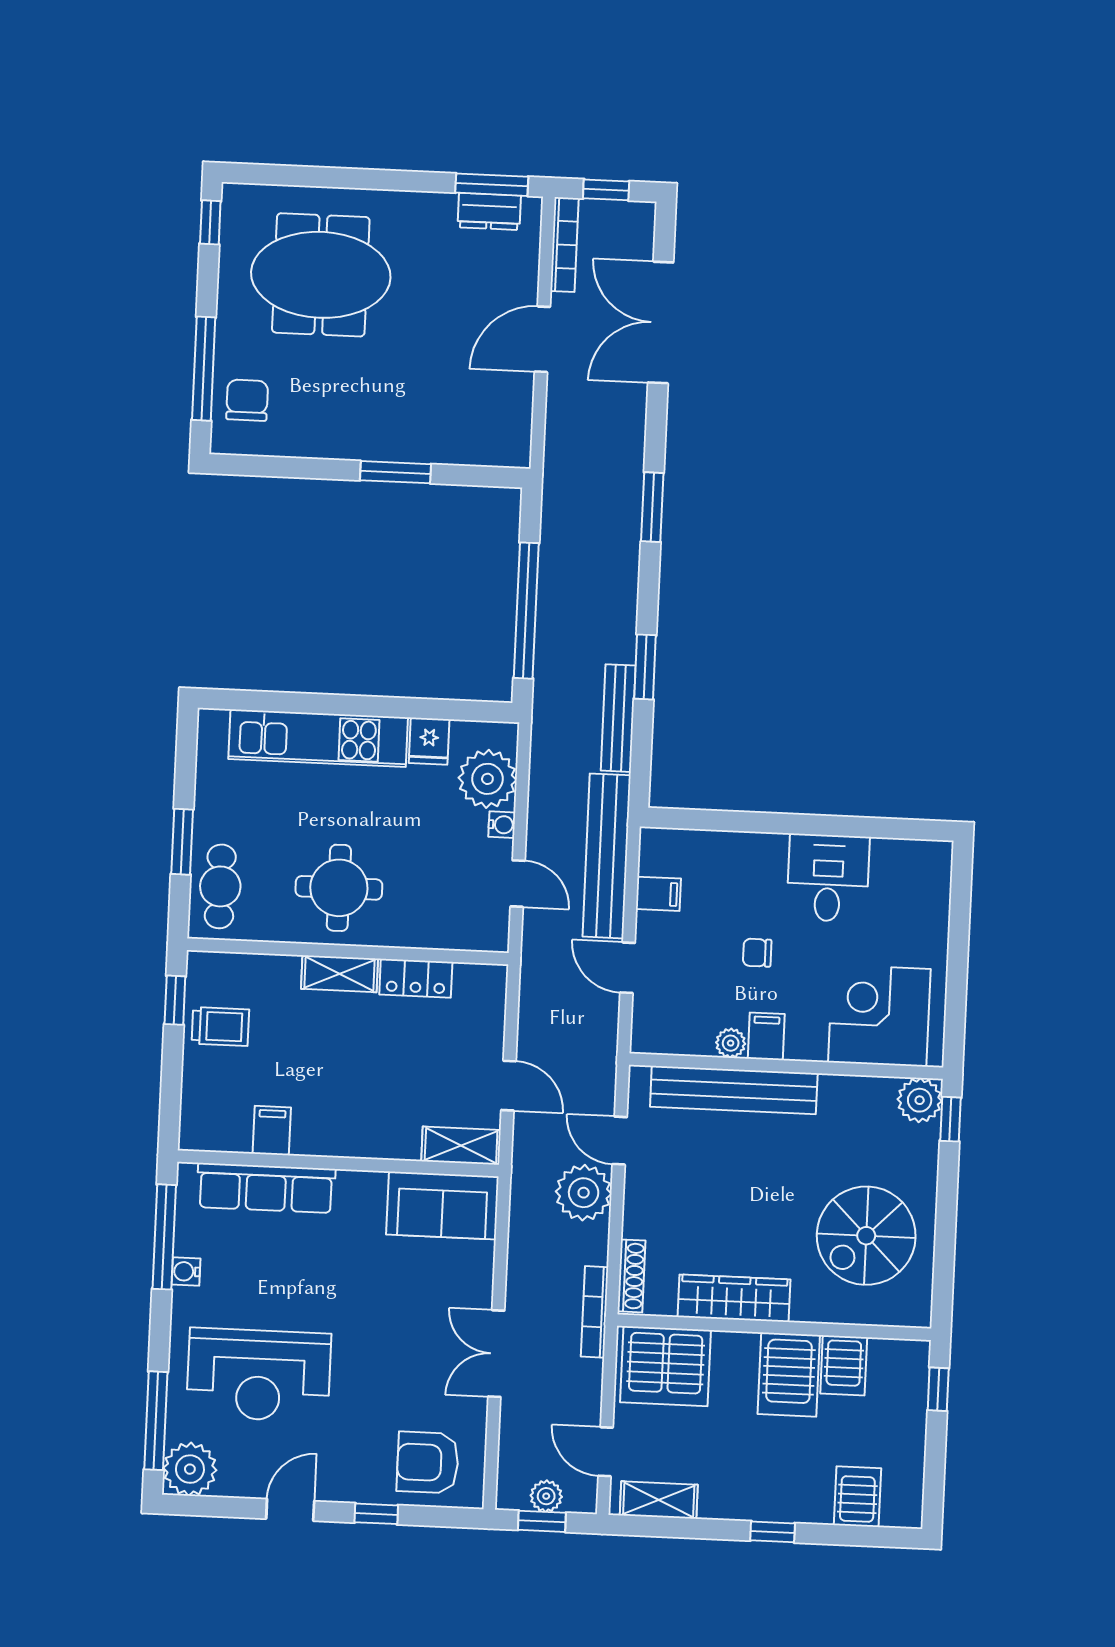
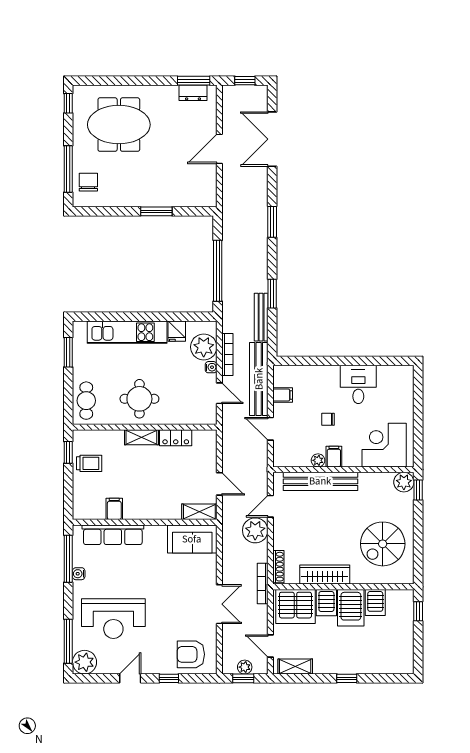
bookcase: (564, 245) -> (227, 354), moved
window: (182, 842) -> (68, 352), moved
door: (620, 1141) -> (270, 506), hinge flipped
double door: (496, 1354) -> (219, 604), swing flipped
server rack: (858, 1497) -> (326, 603), moved, turned 180

